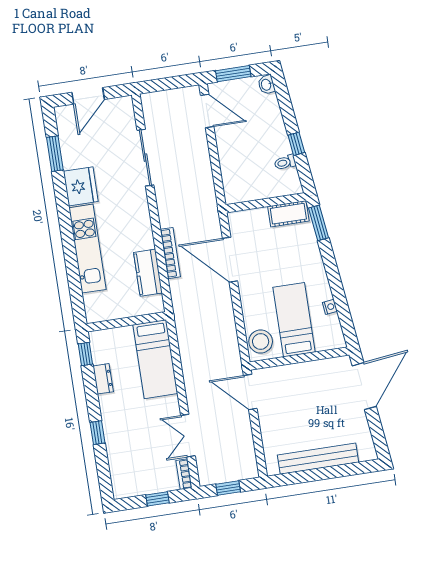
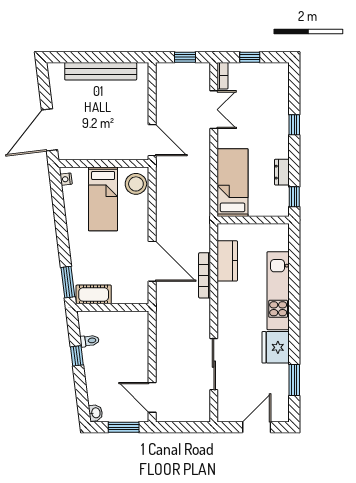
nightstand: (330, 307) -> (66, 179), moved

